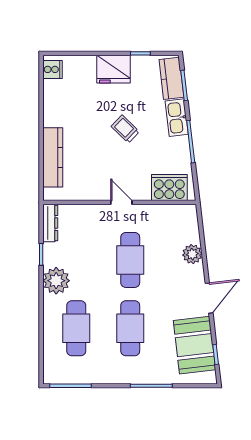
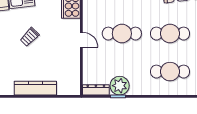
kitchen counter: (53, 157) -> (35, 88), moved
door: (121, 202) -> (81, 40), swing flipped
plant: (56, 281) -> (120, 86), moved

